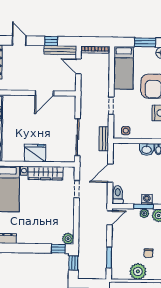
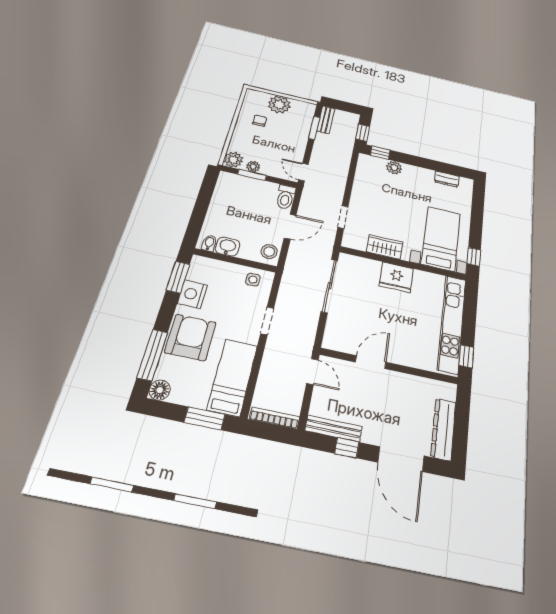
door: (19, 41) -> (401, 459), width x1.88
window: (145, 42) -> (205, 418), moved
door: (78, 66) -> (312, 372), moved
bench: (104, 139) -> (326, 120), moved
stool: (120, 152) -> (269, 252), added
wardrobe: (46, 173) -> (385, 247), width x0.67
washing machine: (147, 199) -> (245, 183), removed
door: (110, 218) -> (303, 172), hinge flipped
plant: (68, 239) -> (394, 168), moved

